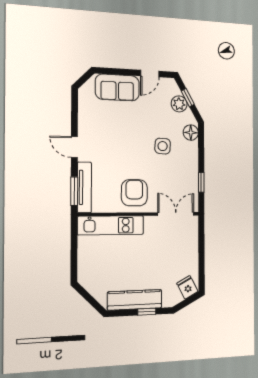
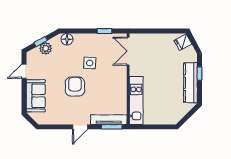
door: (150, 74) -> (24, 71), swing flipped
side table: (163, 146) -> (90, 63), moved
armchair: (134, 193) -> (75, 86), moved, turned 90

